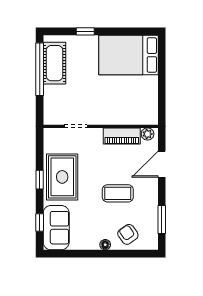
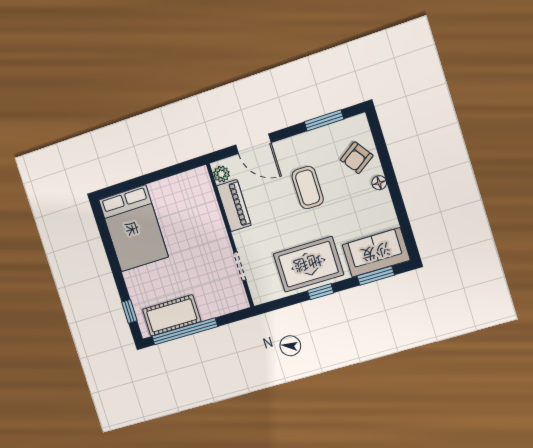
window: (85, 31) -> (129, 311), moved
window: (40, 222) -> (376, 276), width x1.50

